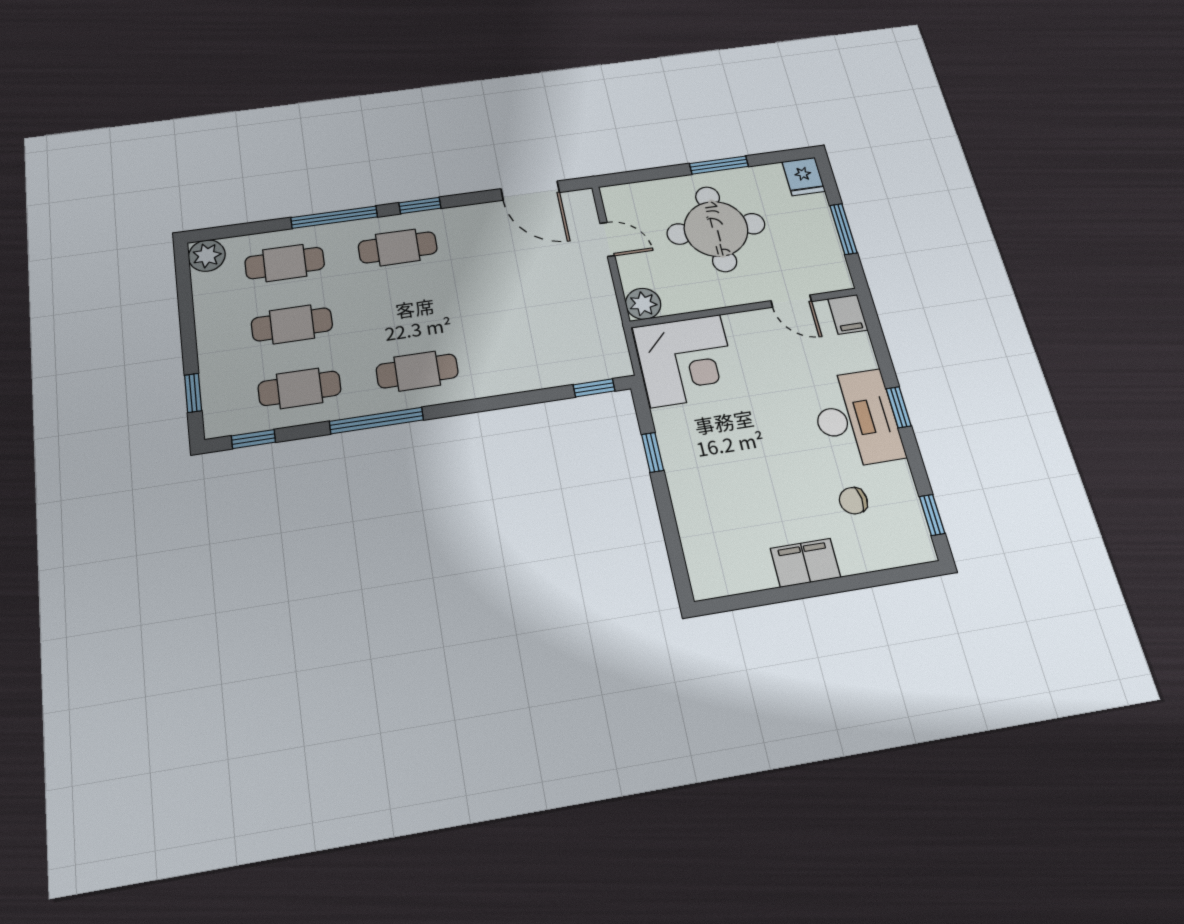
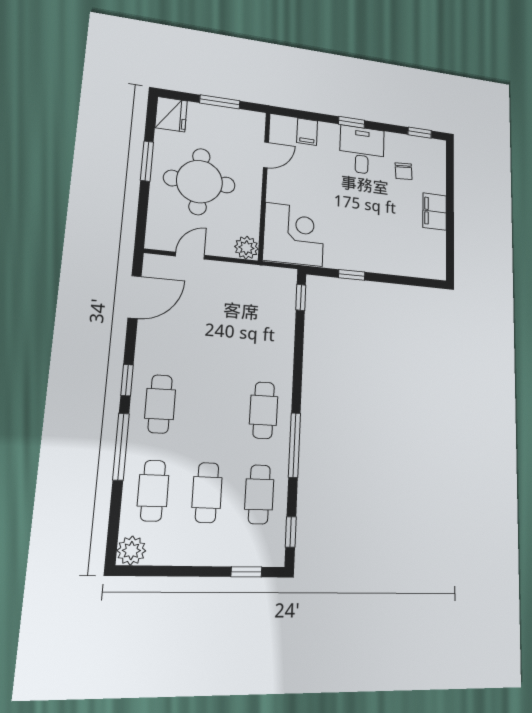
fridge: (804, 176) -> (171, 114), width x1.38
filing cabinet: (848, 314) -> (307, 132), moved, turned 90
desk: (856, 419) -> (362, 150), width x0.73

